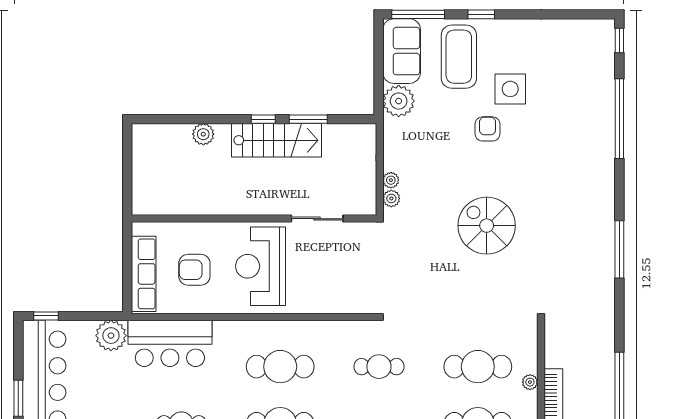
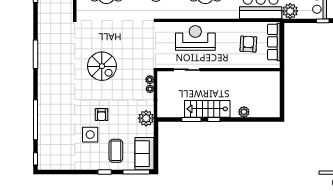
coffee table: (459, 57) -> (116, 151), width x0.73, depth x0.76
plant: (399, 101) -> (146, 118), moved
reception desk: (261, 266) -> (195, 38), moved, turned -90
armchair: (194, 270) -> (248, 44), turned -87

